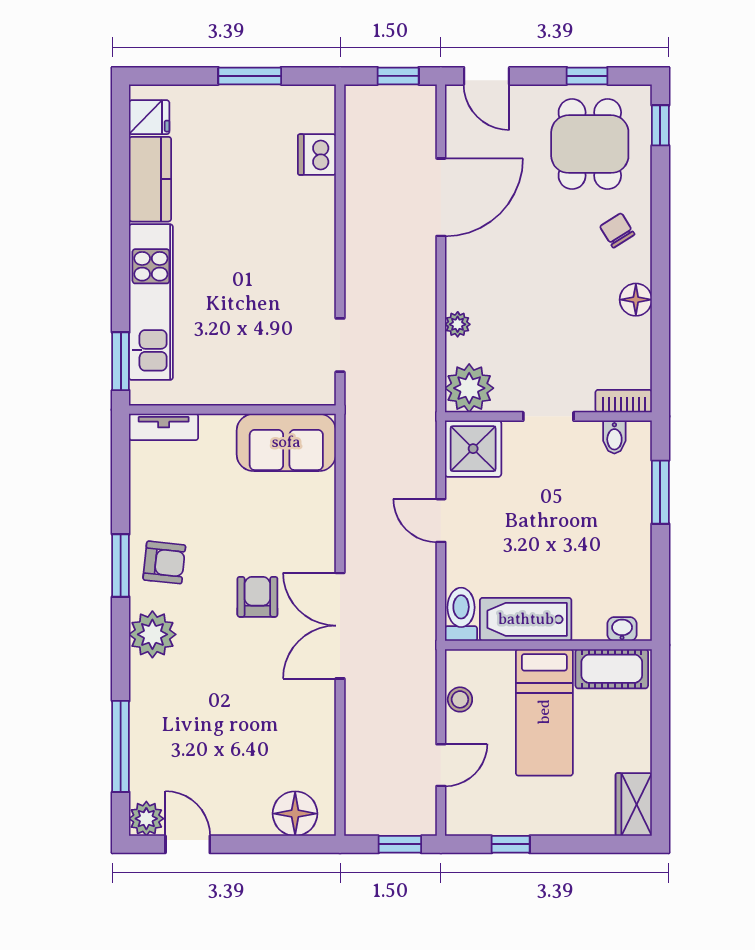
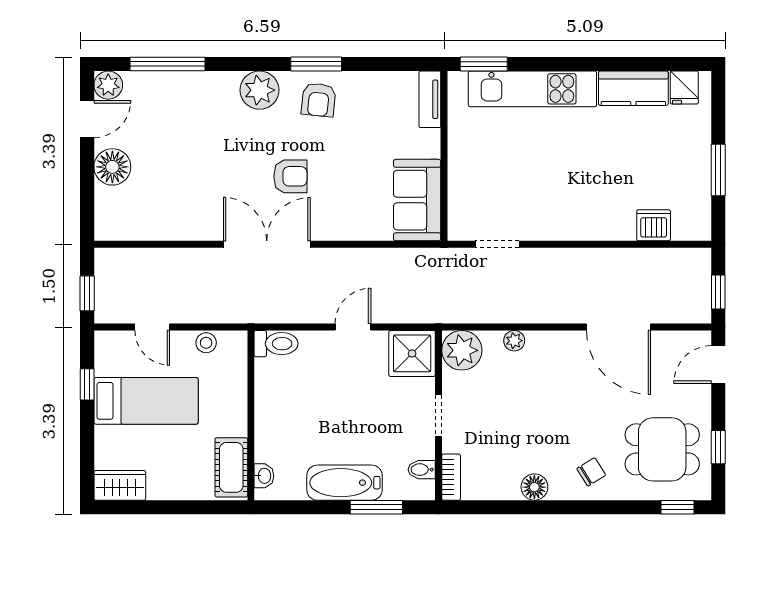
bathtub: (526, 619) -> (344, 483), moved, turned -90
bed: (544, 712) -> (146, 401), moved, turned 180
floor lamp: (295, 814) -> (112, 167), moved

